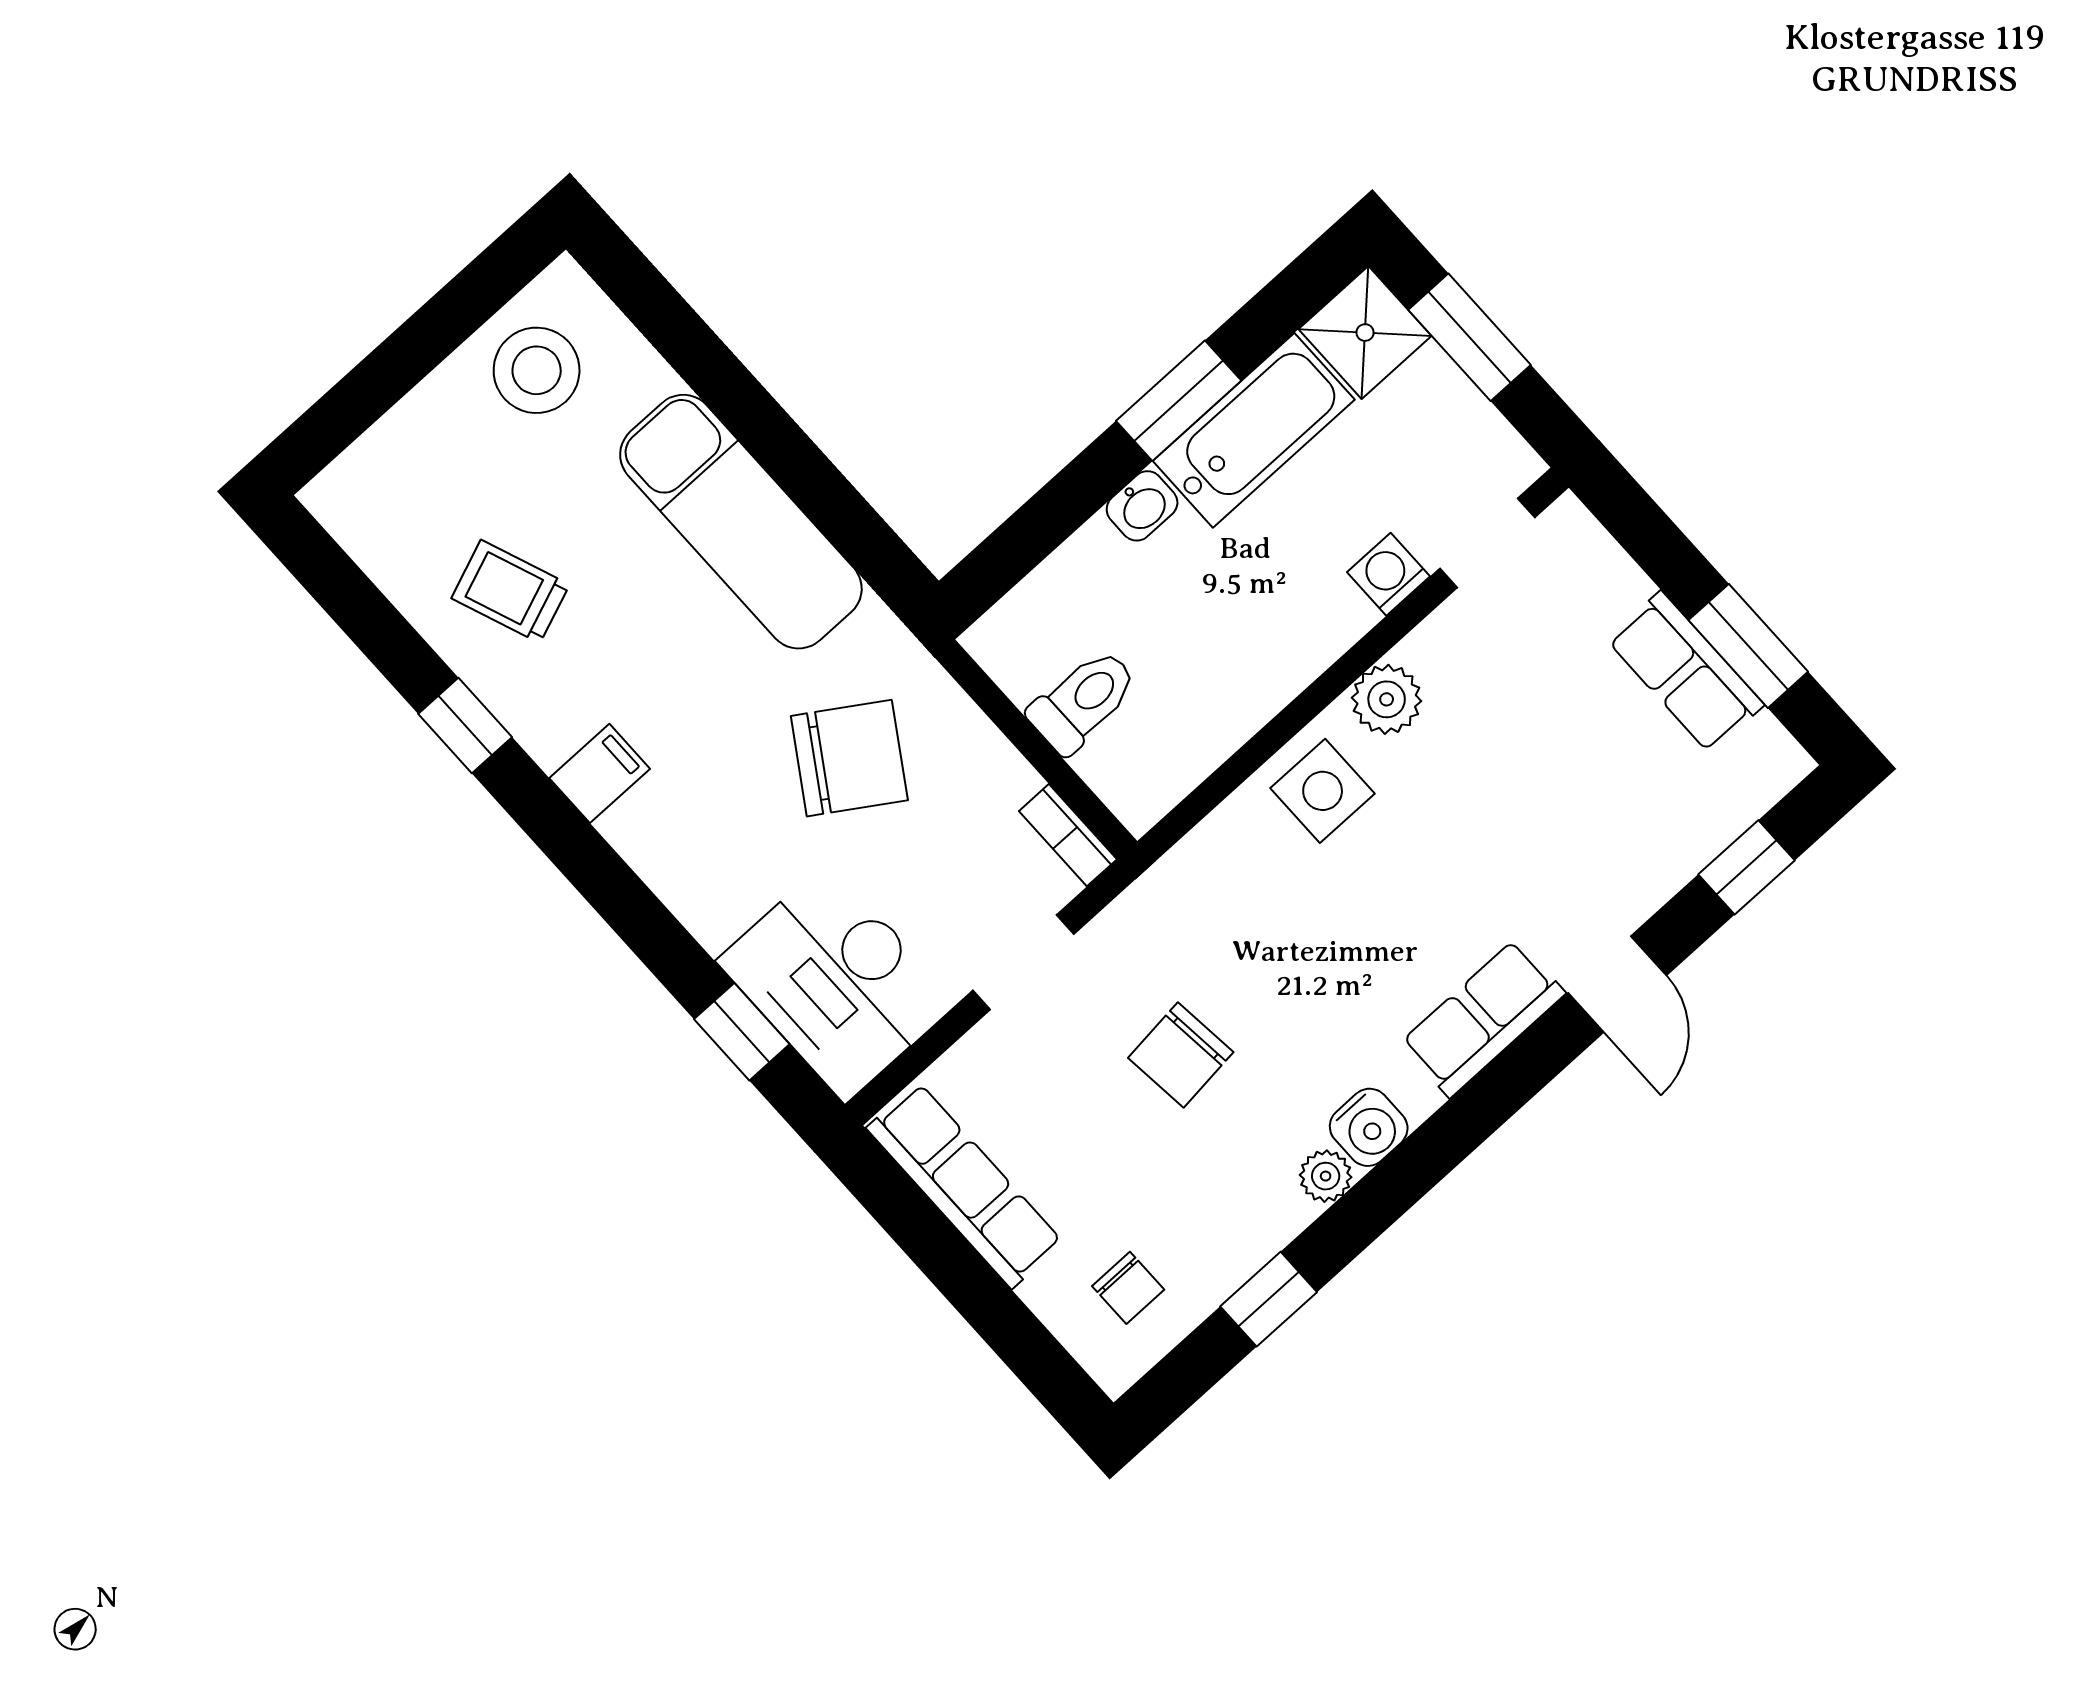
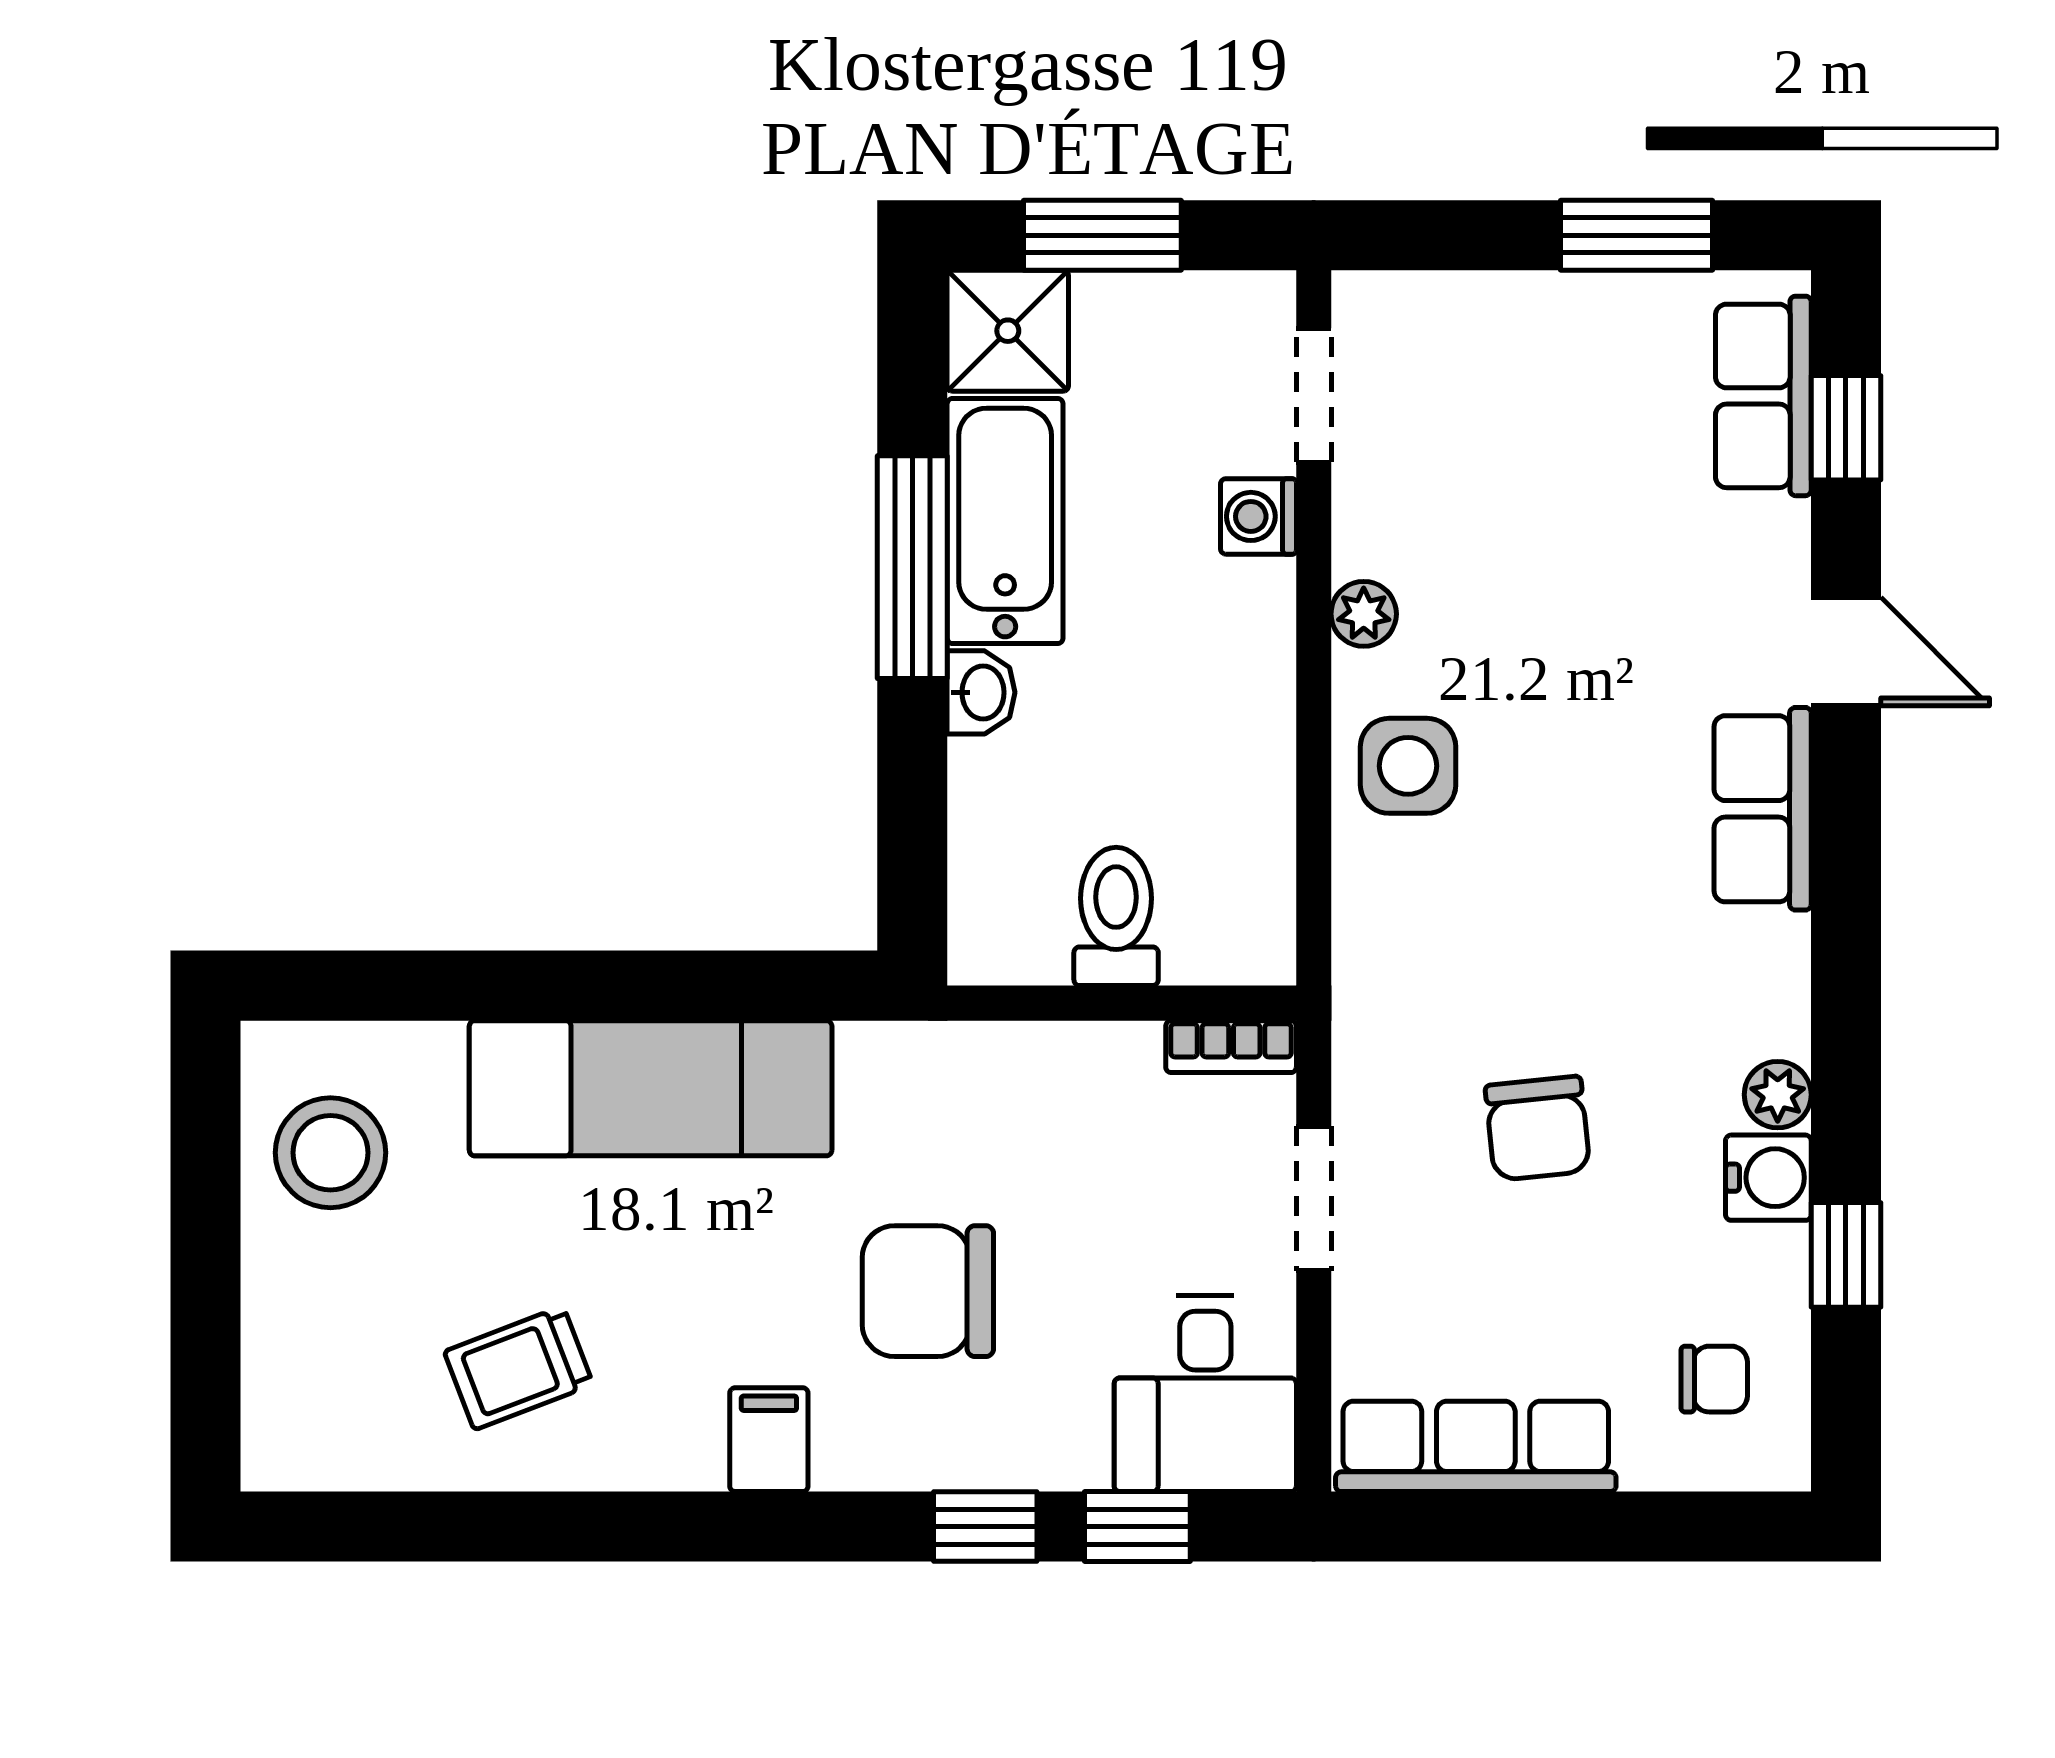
window: (1179, 401) -> (912, 567), width x1.44
row of seats: (1685, 672) -> (1763, 396), moved, turned 90
plant: (1387, 699) -> (1364, 614), width x0.73, depth x0.73
window: (465, 725) -> (985, 1527), moved
chair: (849, 758) -> (928, 1291), moved, turned -123
desk: (836, 982) -> (1205, 1394), width x0.73
water cooler: (1369, 1127) -> (1768, 1178), moved

